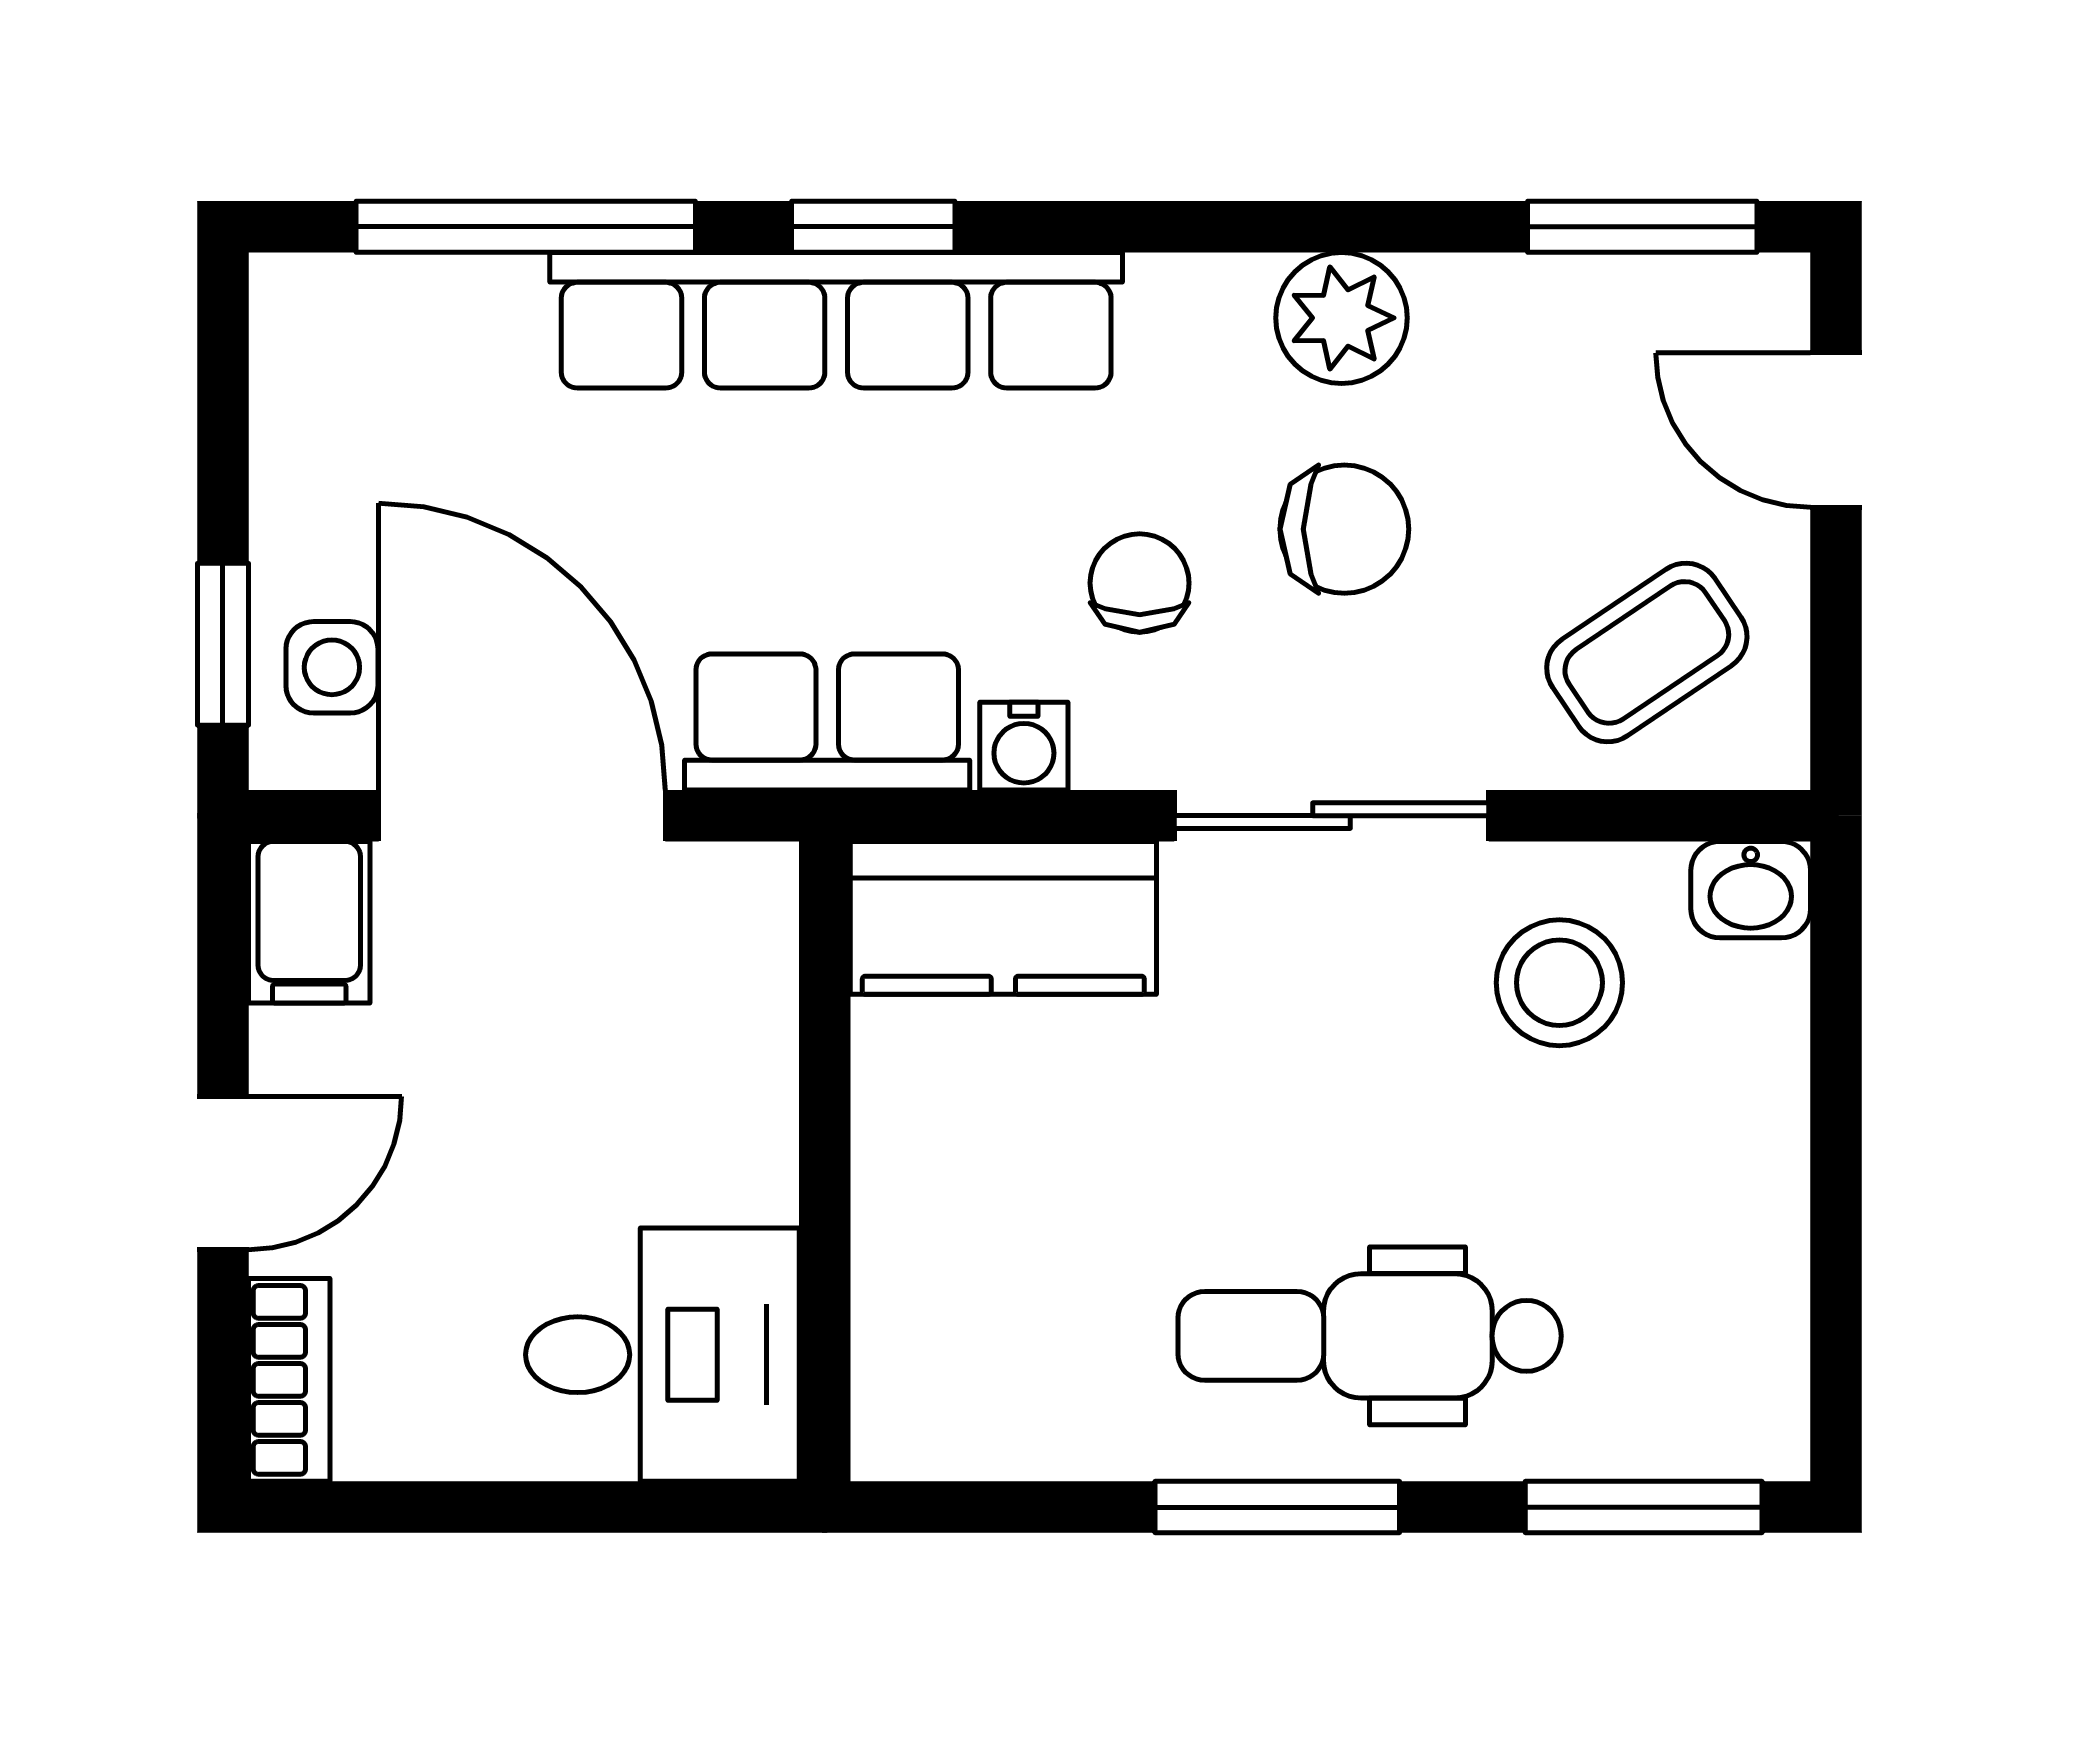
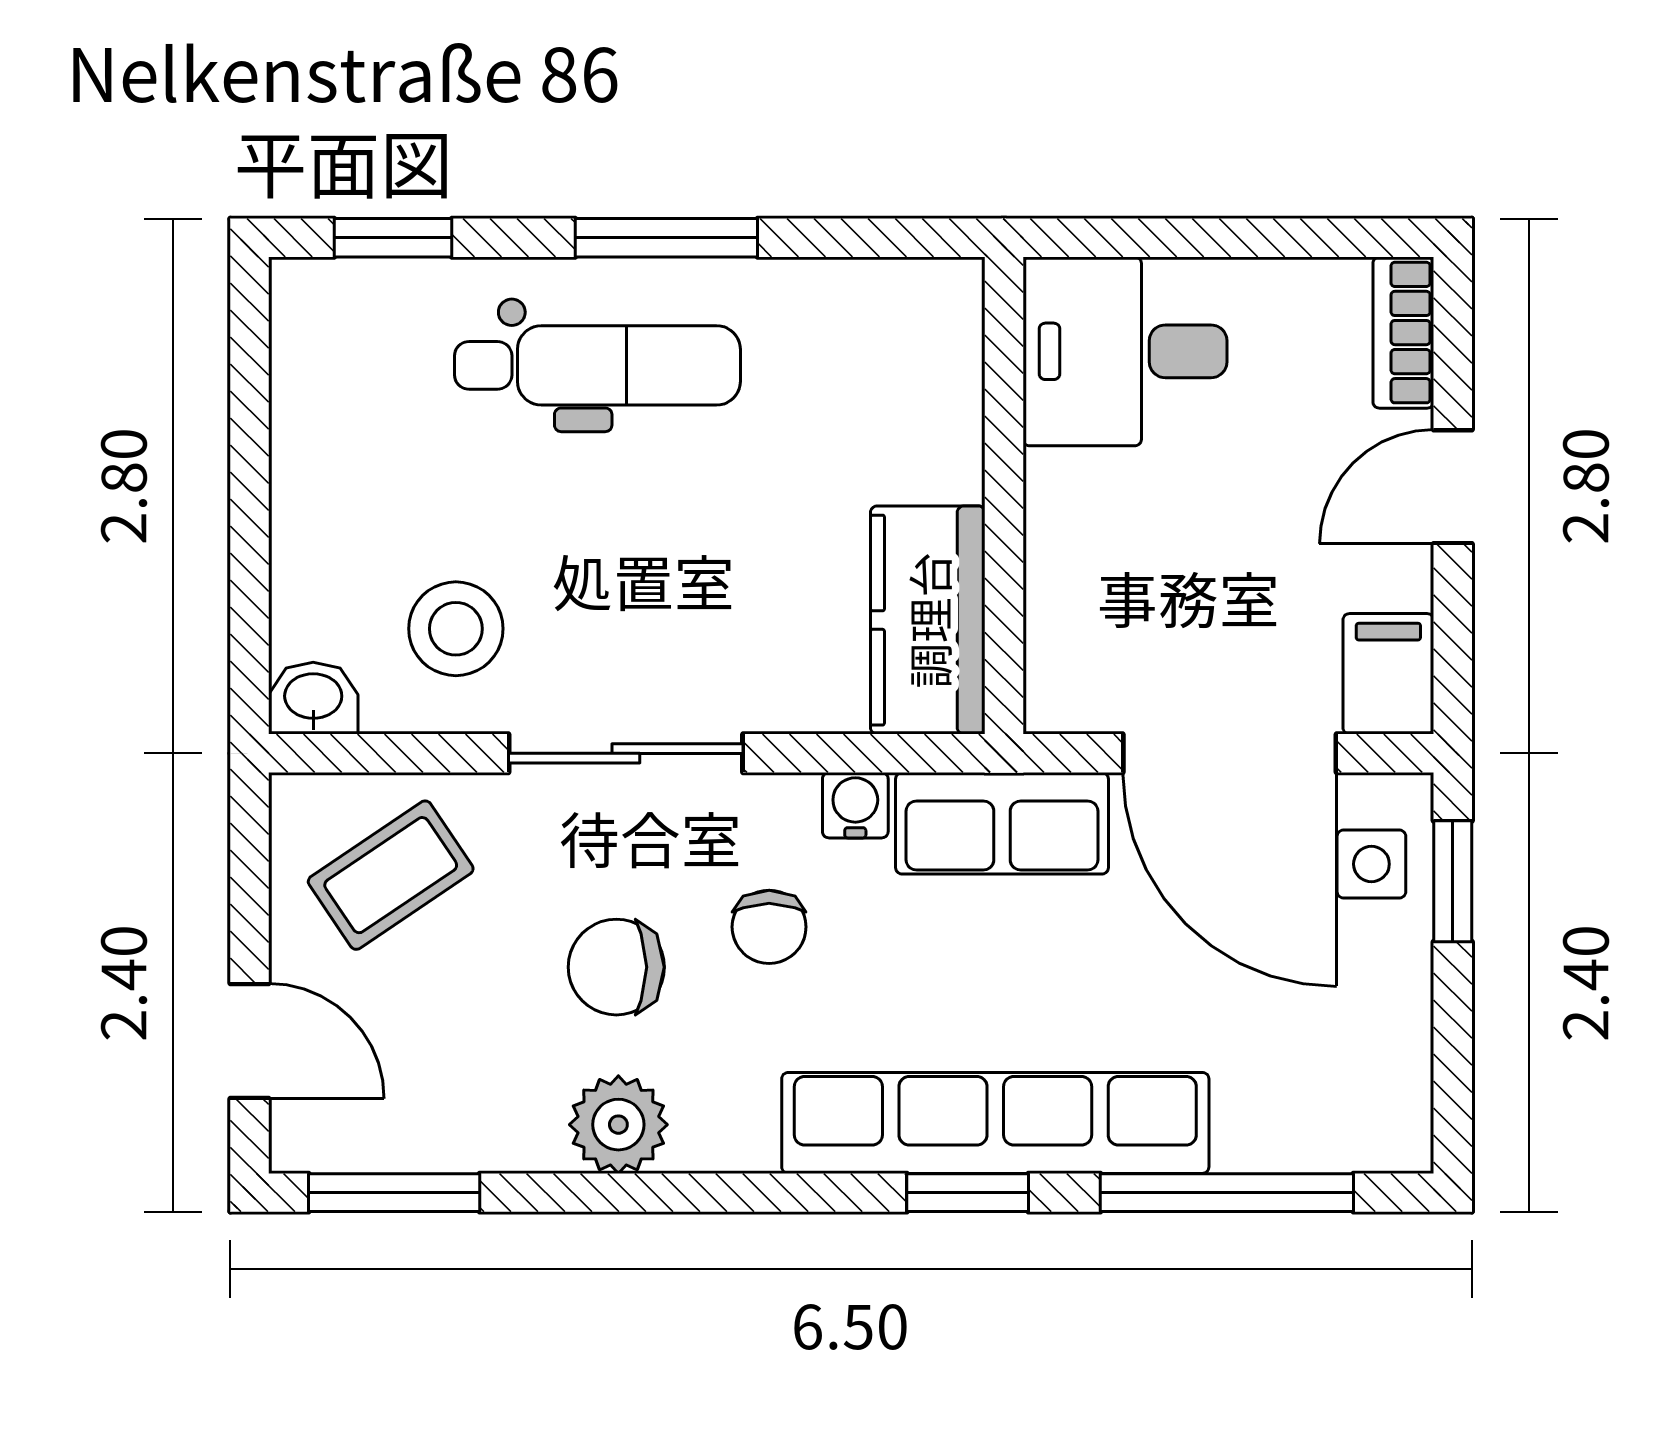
kitchen counter: (1003, 918) -> (928, 620), moved, turned -90
window: (1644, 1507) -> (393, 238), width x0.67

